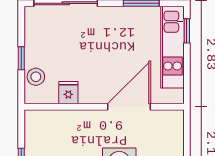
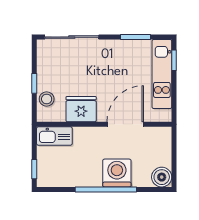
fridge: (68, 93) -> (81, 109), width x1.88, depth x1.34
kitchen sink: (45, 121) -> (54, 136), added

